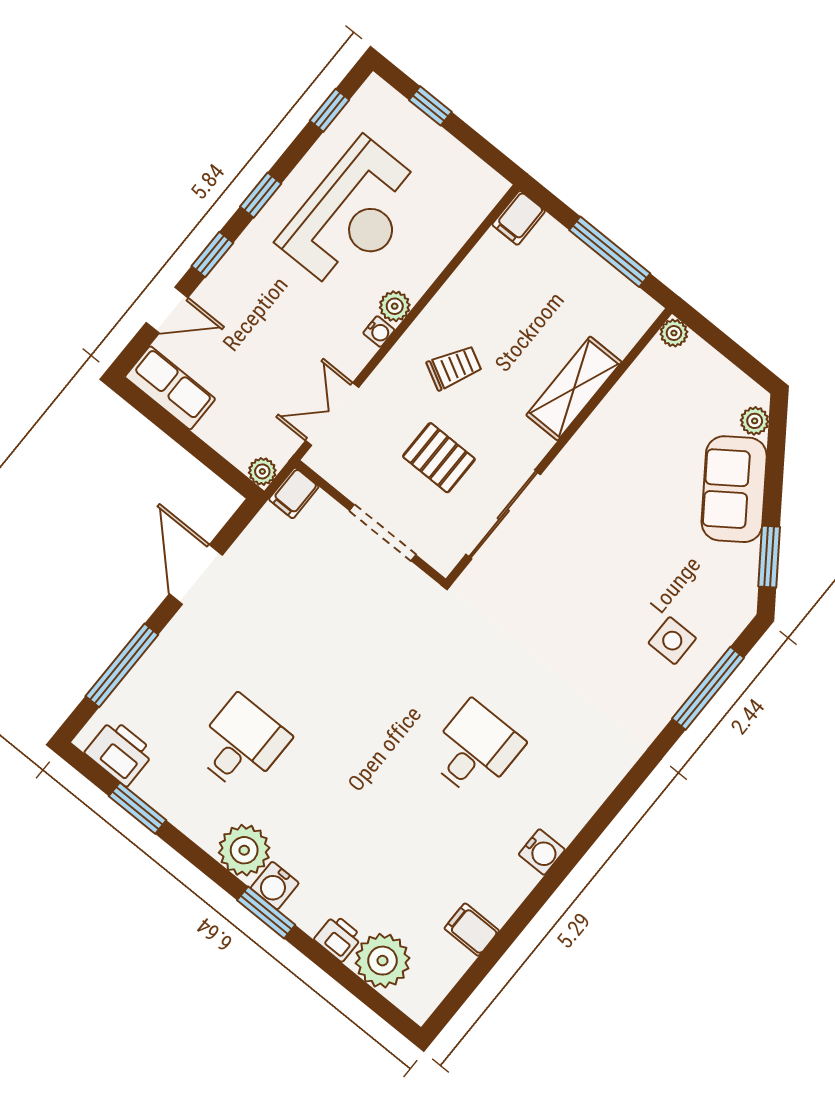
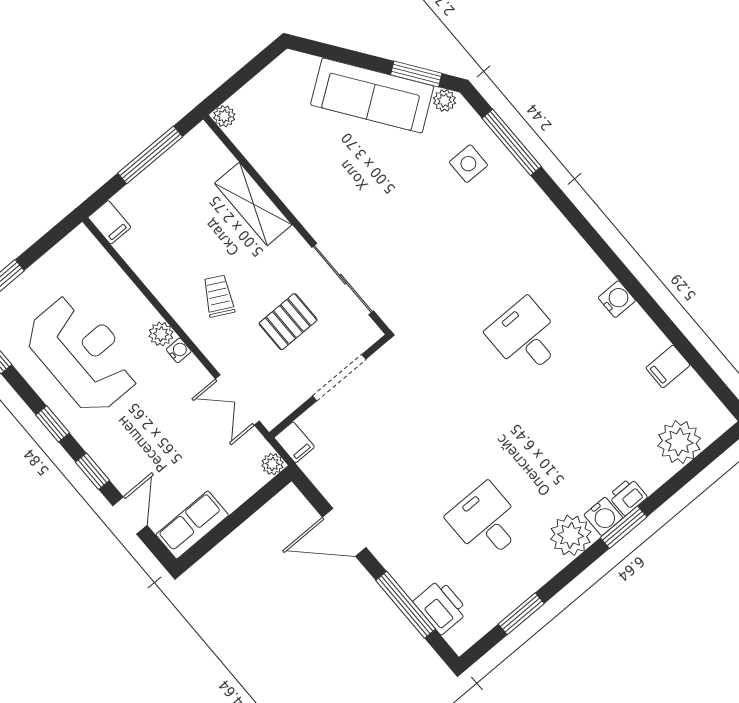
plant: (755, 421) -> (445, 100), moved
sofa: (734, 489) -> (372, 96), width x1.36
printer: (120, 752) -> (441, 607), moved, turned 90
printer: (338, 938) -> (628, 496), moved

